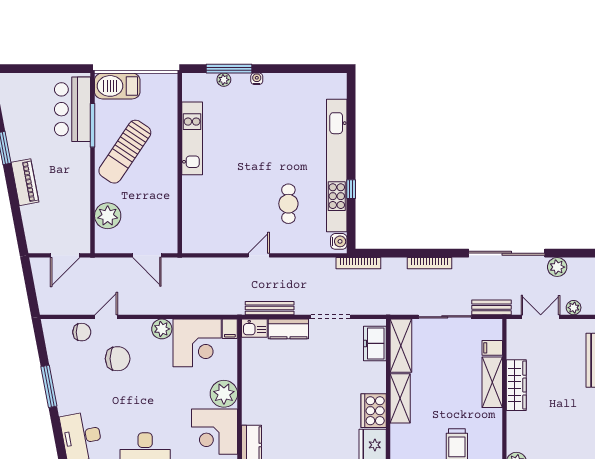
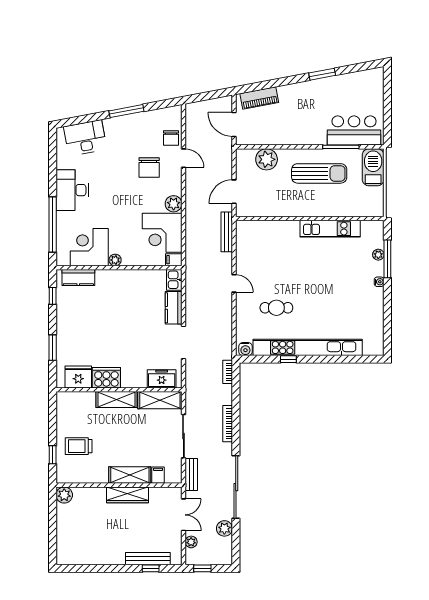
sun lounger: (125, 152) -> (319, 173), turned 146
piano: (25, 182) -> (259, 98), moved
bookcase: (358, 263) -> (228, 372), width x0.64
bench: (270, 308) -> (227, 232), moved
plant: (224, 394) -> (115, 260), width x0.53, depth x0.53

